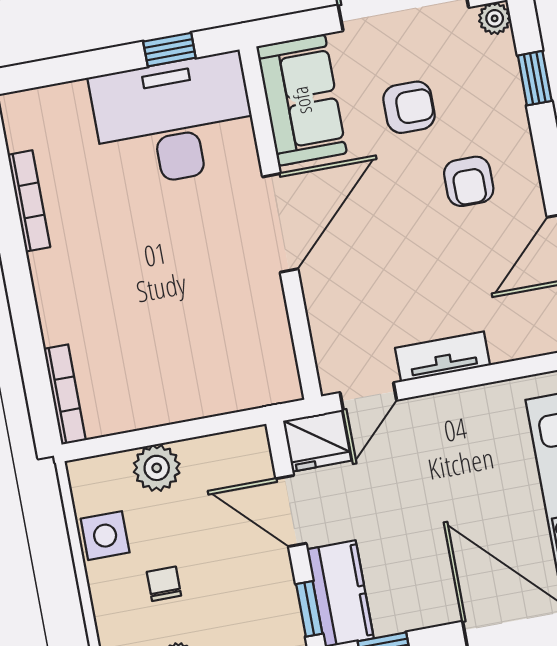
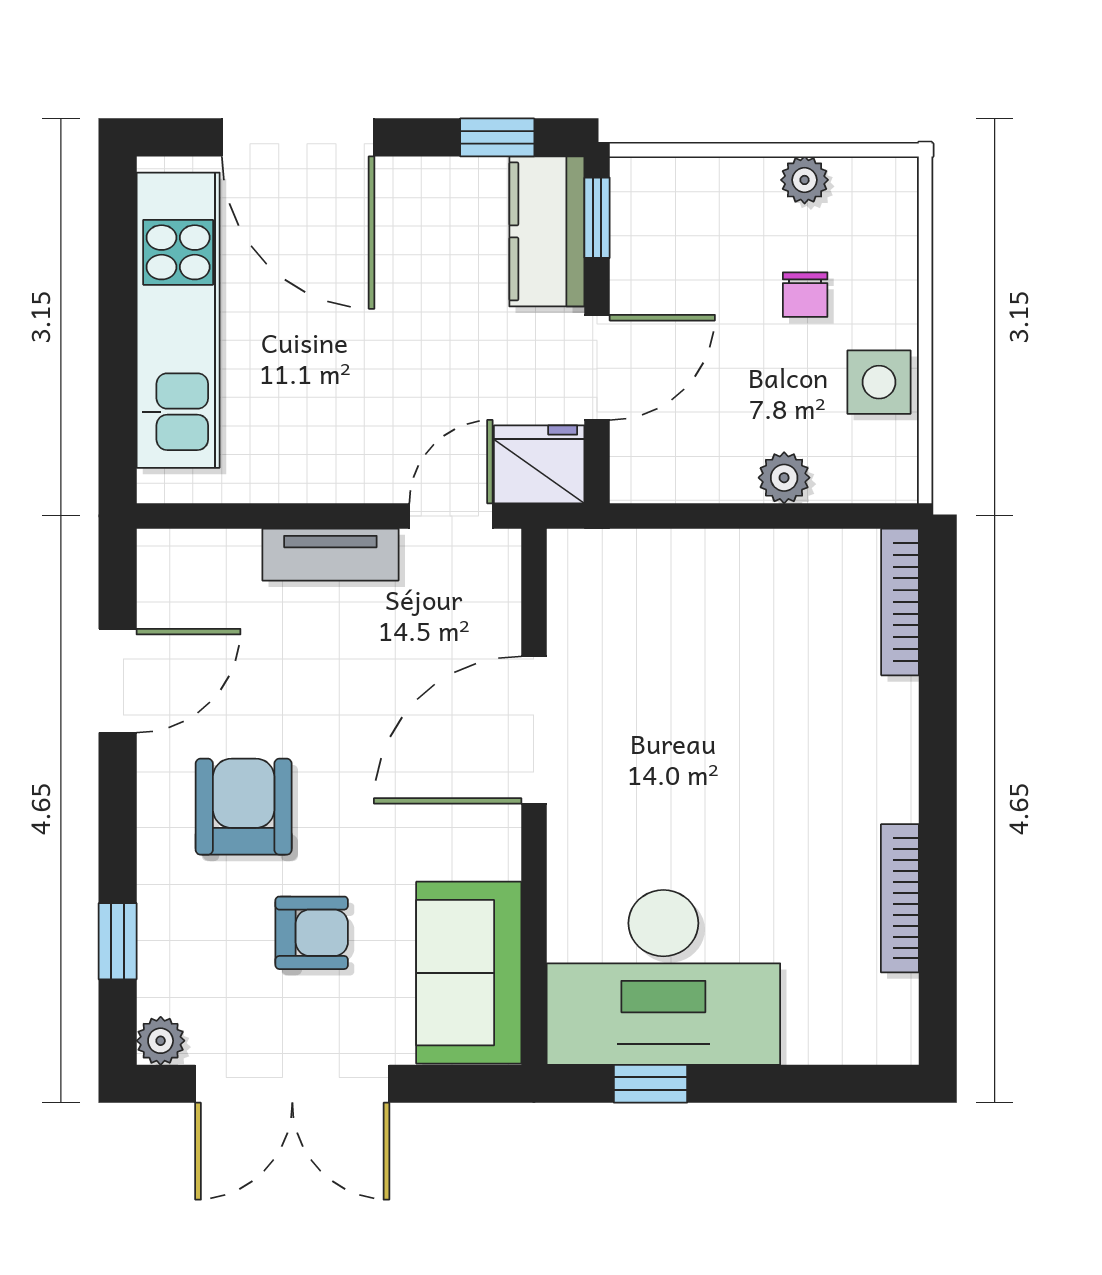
armchair: (409, 107) -> (312, 933), turned 180
armchair: (469, 181) -> (244, 807), width x1.38, depth x1.38
door: (280, 223) -> (534, 730), moved
plant: (157, 468) -> (784, 478), width x0.73, depth x0.73
door: (291, 511) -> (597, 367), hinge flipped

